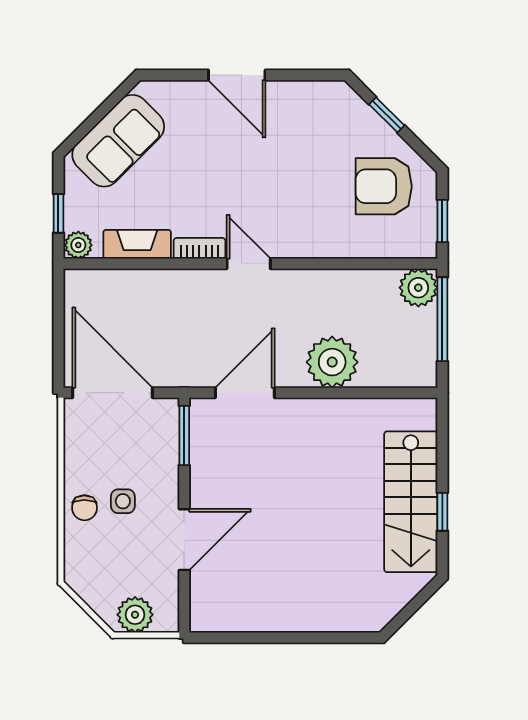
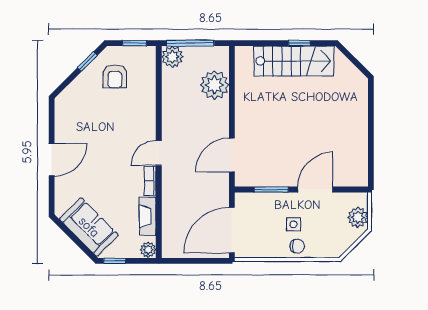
window: (387, 115) -> (87, 62), moved
armchair: (384, 186) -> (115, 76), width x0.72, depth x0.72
window: (58, 213) -> (115, 261), moved
plant: (332, 362) -> (215, 85), moved
door: (245, 393) -> (232, 155), hinge flipped
window: (184, 436) -> (271, 190), moved
door: (184, 540) -> (315, 190), hinge flipped

